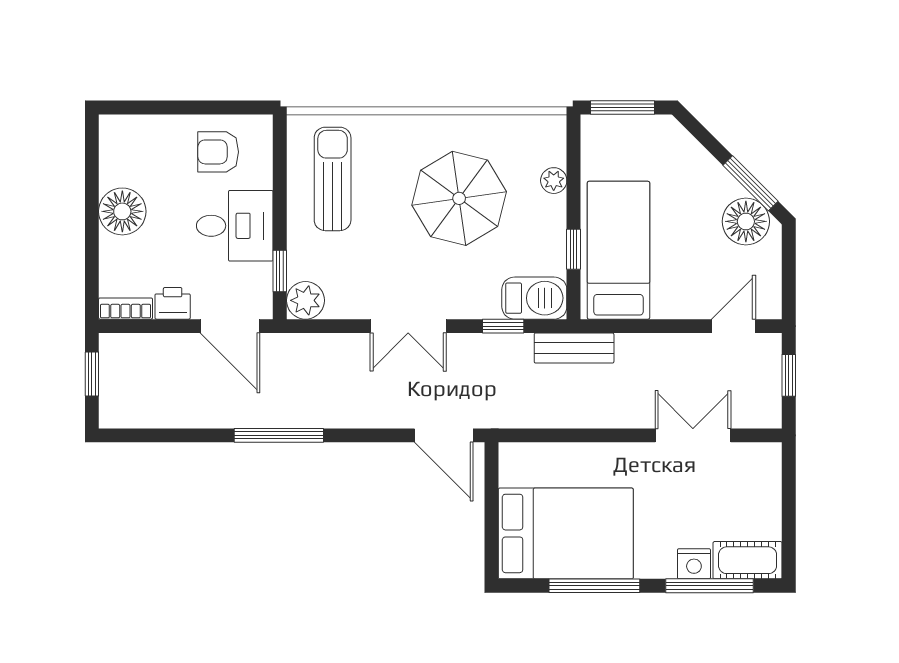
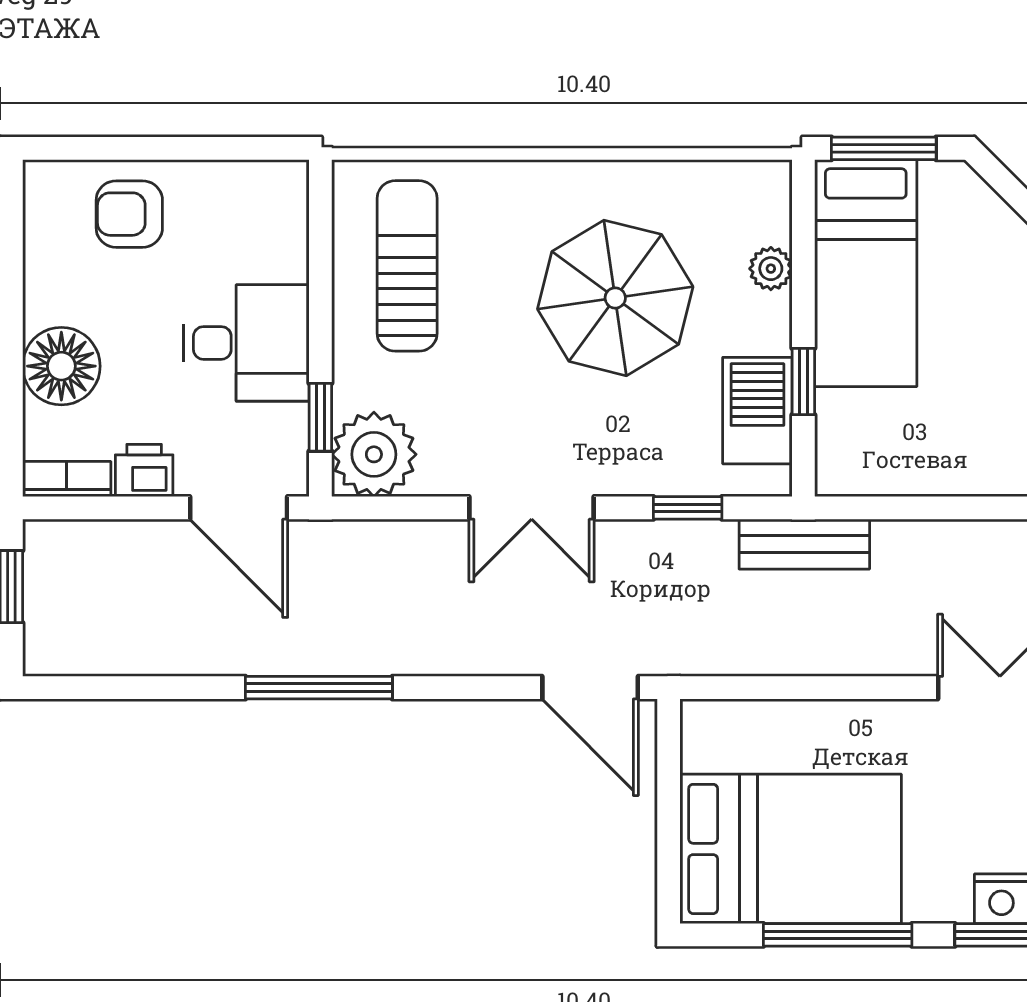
armchair: (218, 152) -> (129, 214), moved
floor lamp: (122, 211) -> (61, 366), moved
bed: (618, 250) -> (866, 273), moved, turned 180
barbecue: (534, 298) -> (757, 411), moved, turned -90
plant: (305, 300) -> (374, 454), width x1.36, depth x1.36

